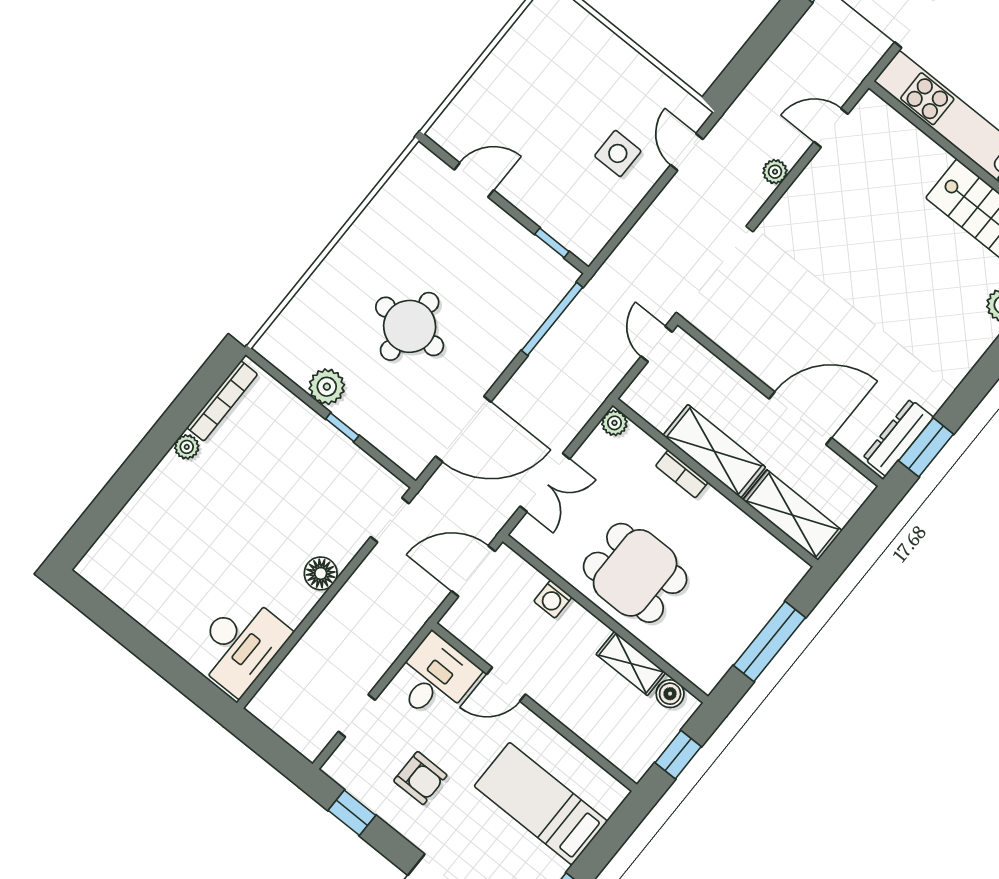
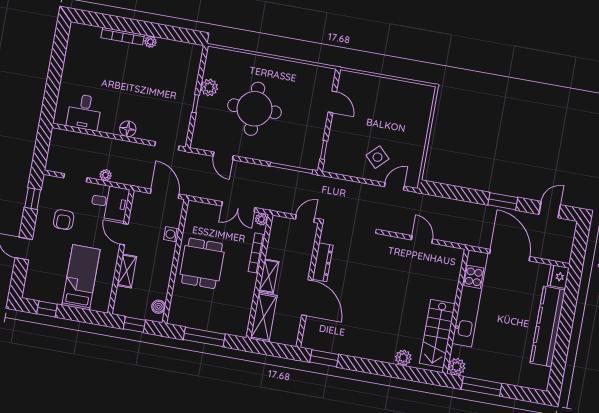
door: (831, 128) -> (422, 240), moved
side table: (618, 153) -> (377, 157), turned 45
plant: (775, 172) -> (106, 175), moved
round table: (410, 326) -> (254, 109), width x1.36, depth x1.36
bookcase: (222, 401) -> (123, 36), moved
door: (463, 429) -> (223, 156), width x0.53
dresser: (898, 438) -> (323, 262), moved, turned 90
shelving: (714, 451) -> (269, 276), width x0.67, depth x0.75
bookcase: (682, 474) -> (257, 253), width x1.56
double door: (545, 483) -> (238, 207), moved
desk: (240, 644) -> (84, 112), width x0.73
shelving: (631, 663) -> (127, 271), moved

